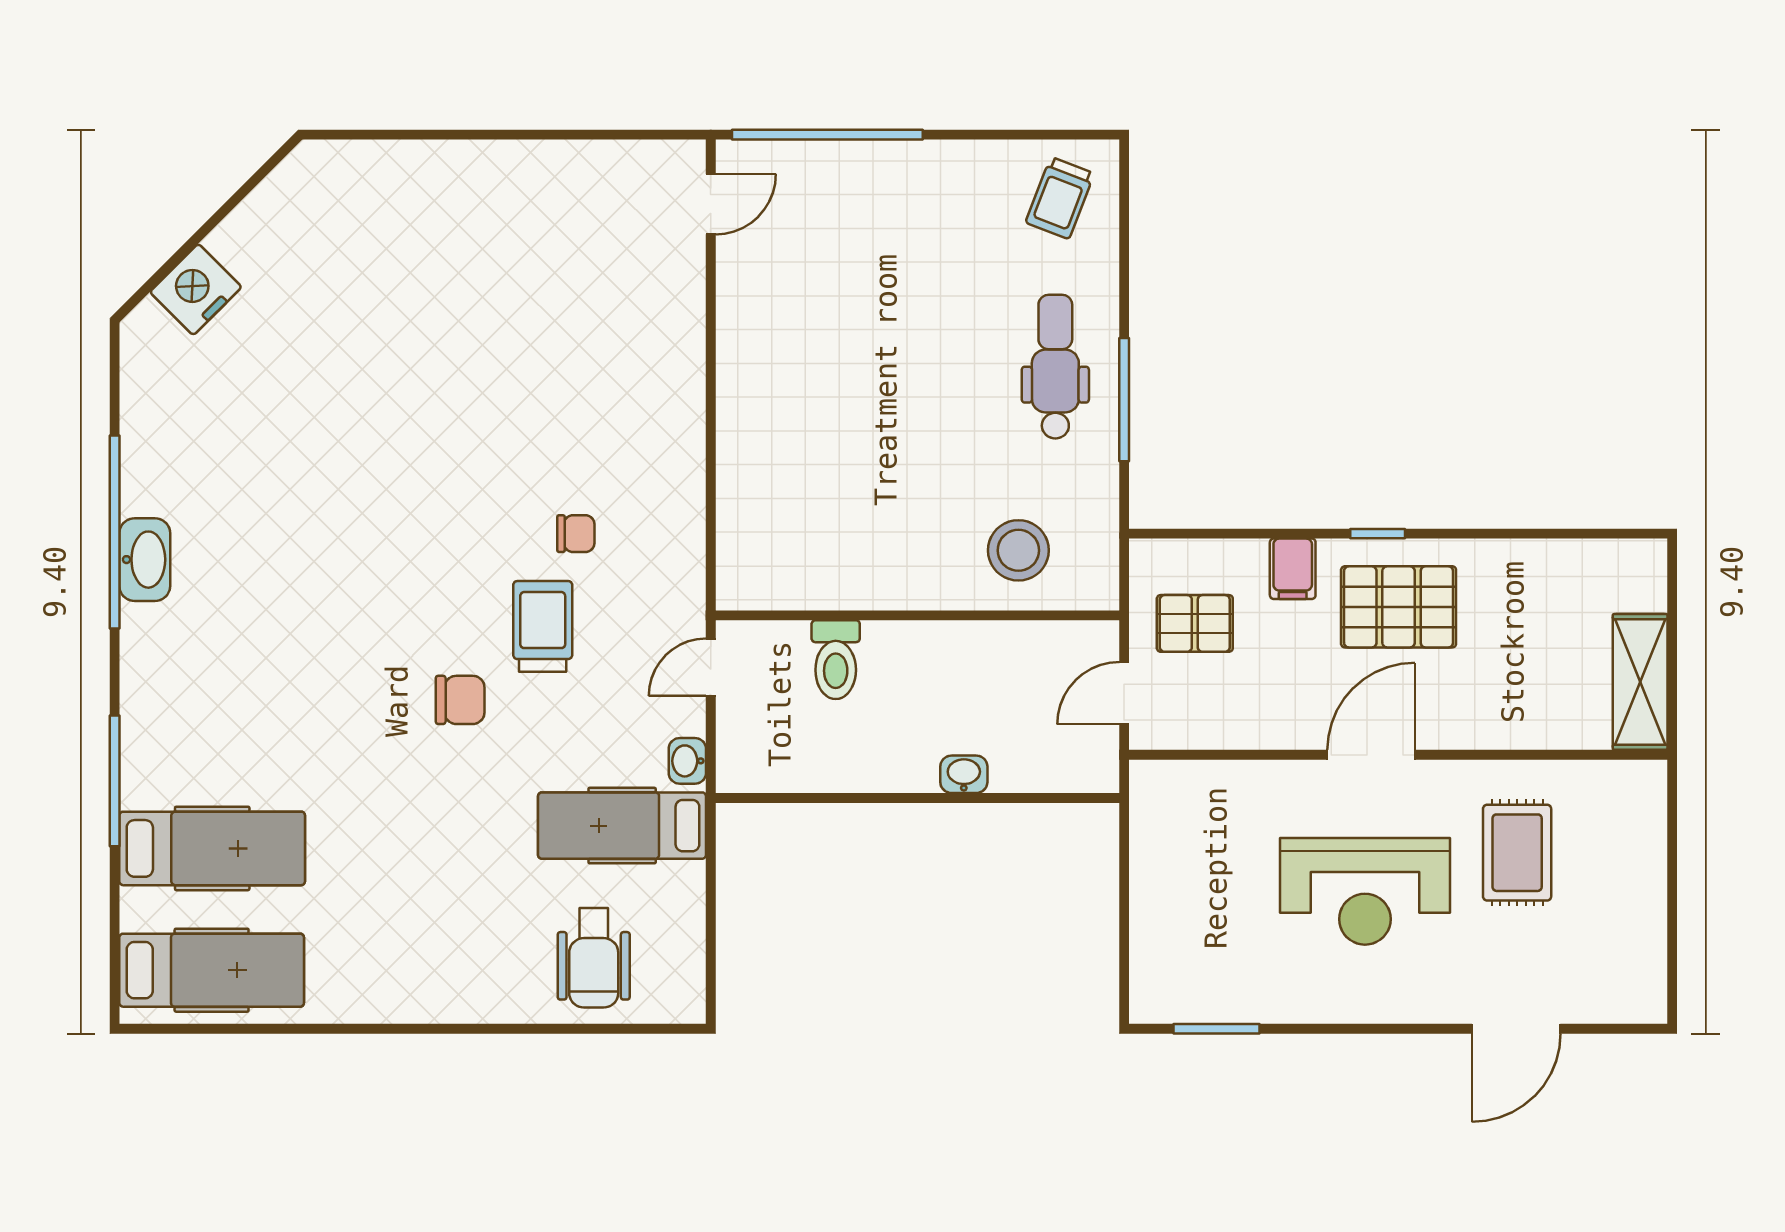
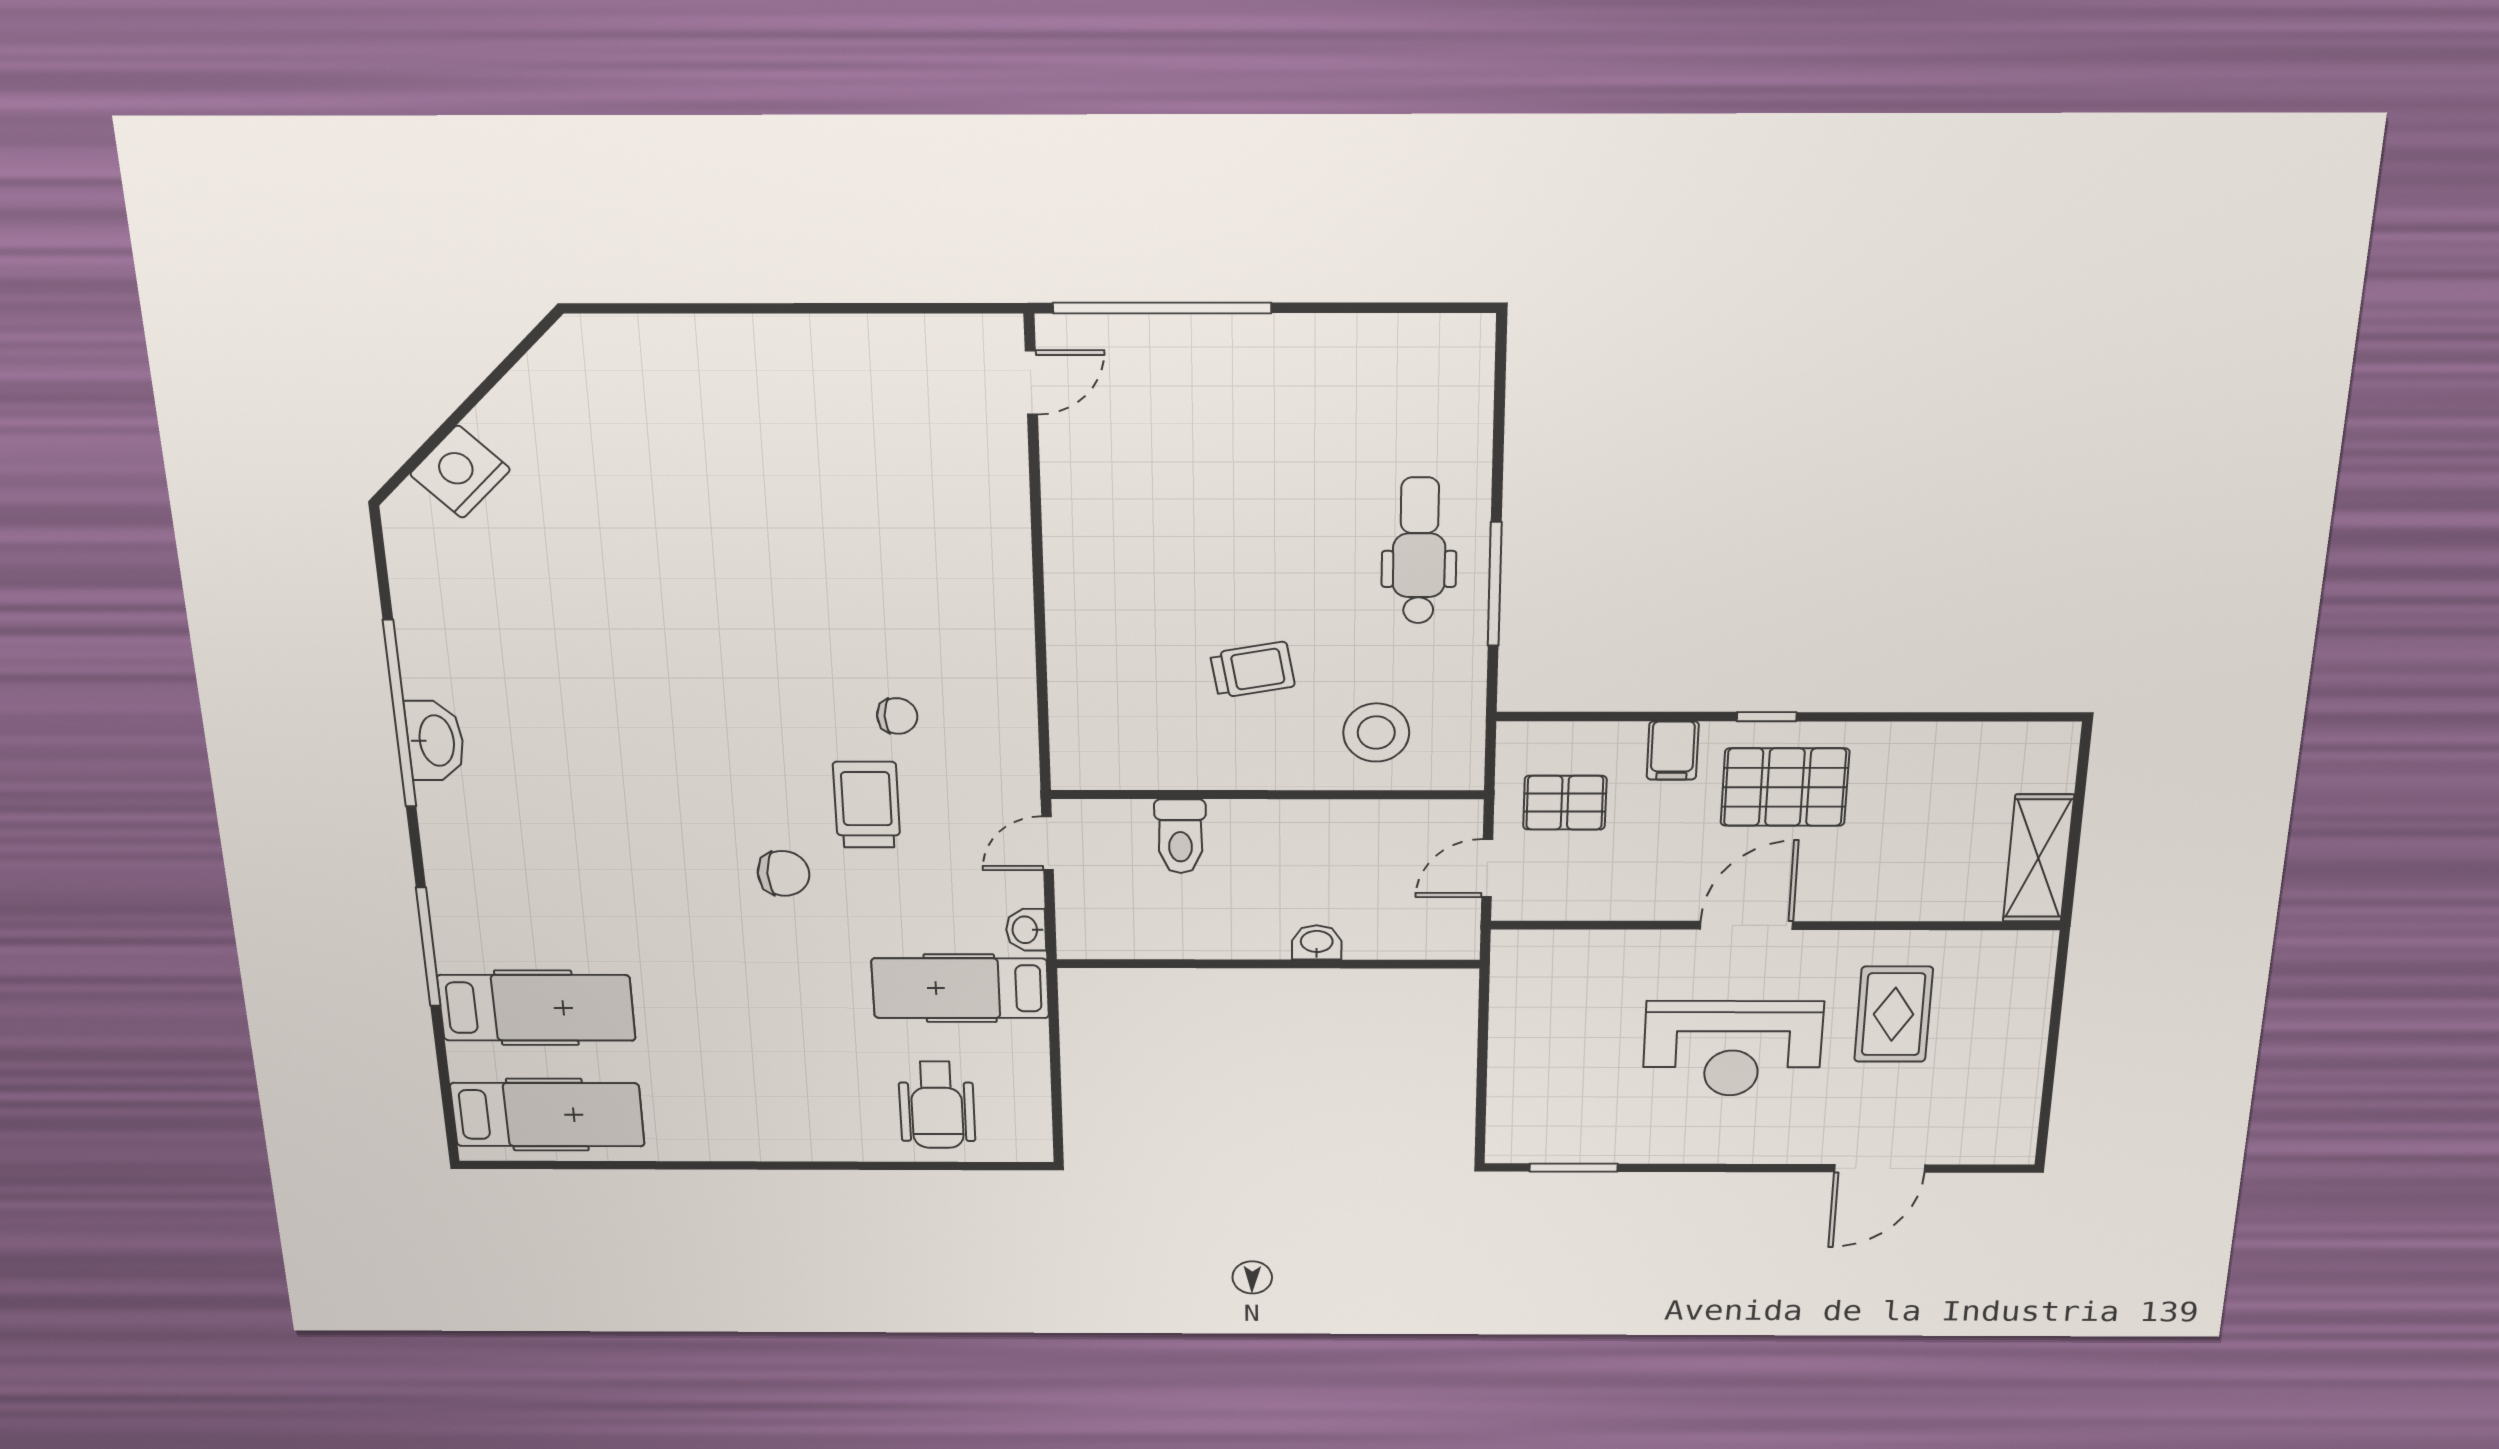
trolley: (1060, 198) -> (1253, 670), moved, turned -121

